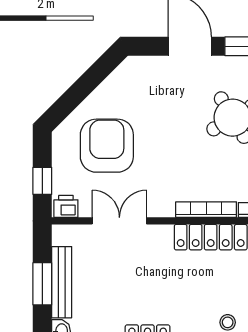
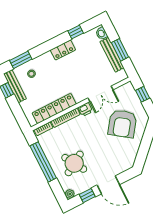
armchair: (107, 146) -> (122, 124), turned 36
printer: (66, 206) -> (85, 109), moved

